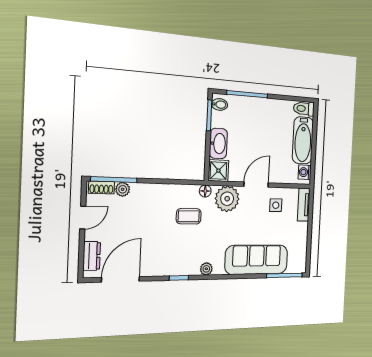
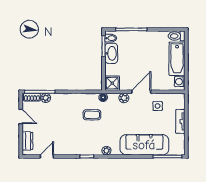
washbasin: (218, 143) -> (111, 53), moved
plant: (227, 199) -> (124, 98), width x0.53, depth x0.53
tv unit: (304, 205) -> (180, 121), moved
door: (83, 218) -> (21, 117), hinge flipped
door: (121, 279) -> (47, 156), width x0.53

